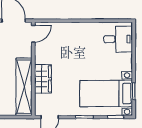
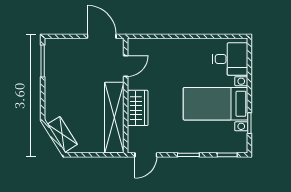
door: (33, 34) -> (126, 66), moved
bed with nightstands: (106, 94) -> (216, 104), moved

